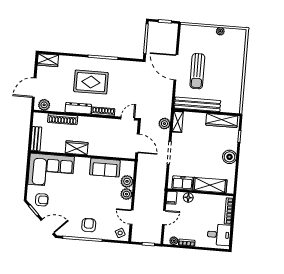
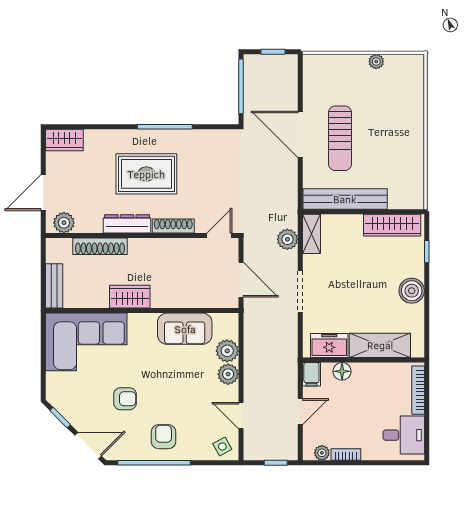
armchair: (42, 200) -> (125, 399), moved

